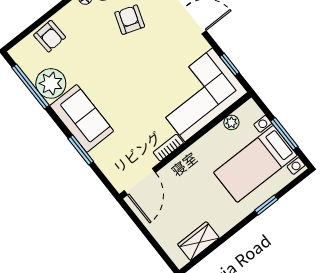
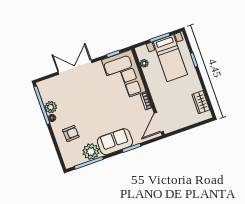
armchair: (130, 20) -> (71, 98), removed
armchair: (50, 36) -> (71, 133), moved
door: (140, 182) -> (159, 122), swing flipped

